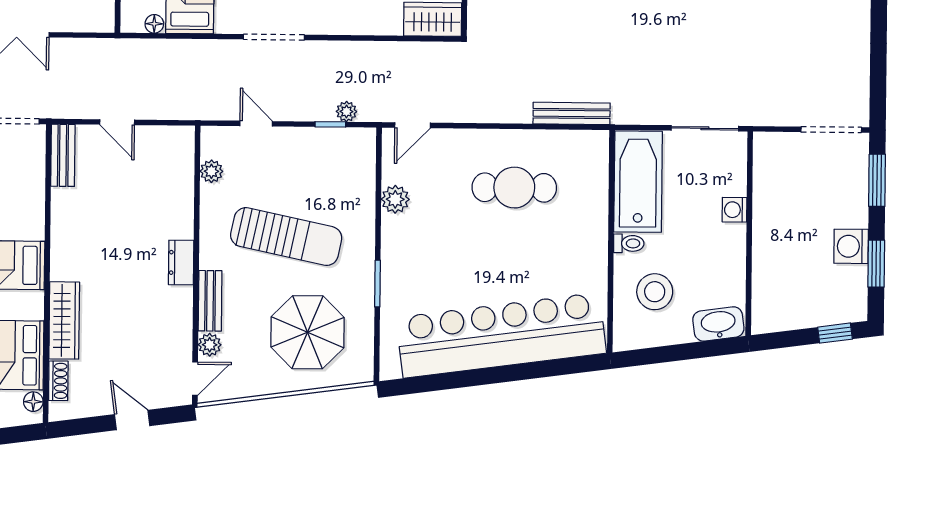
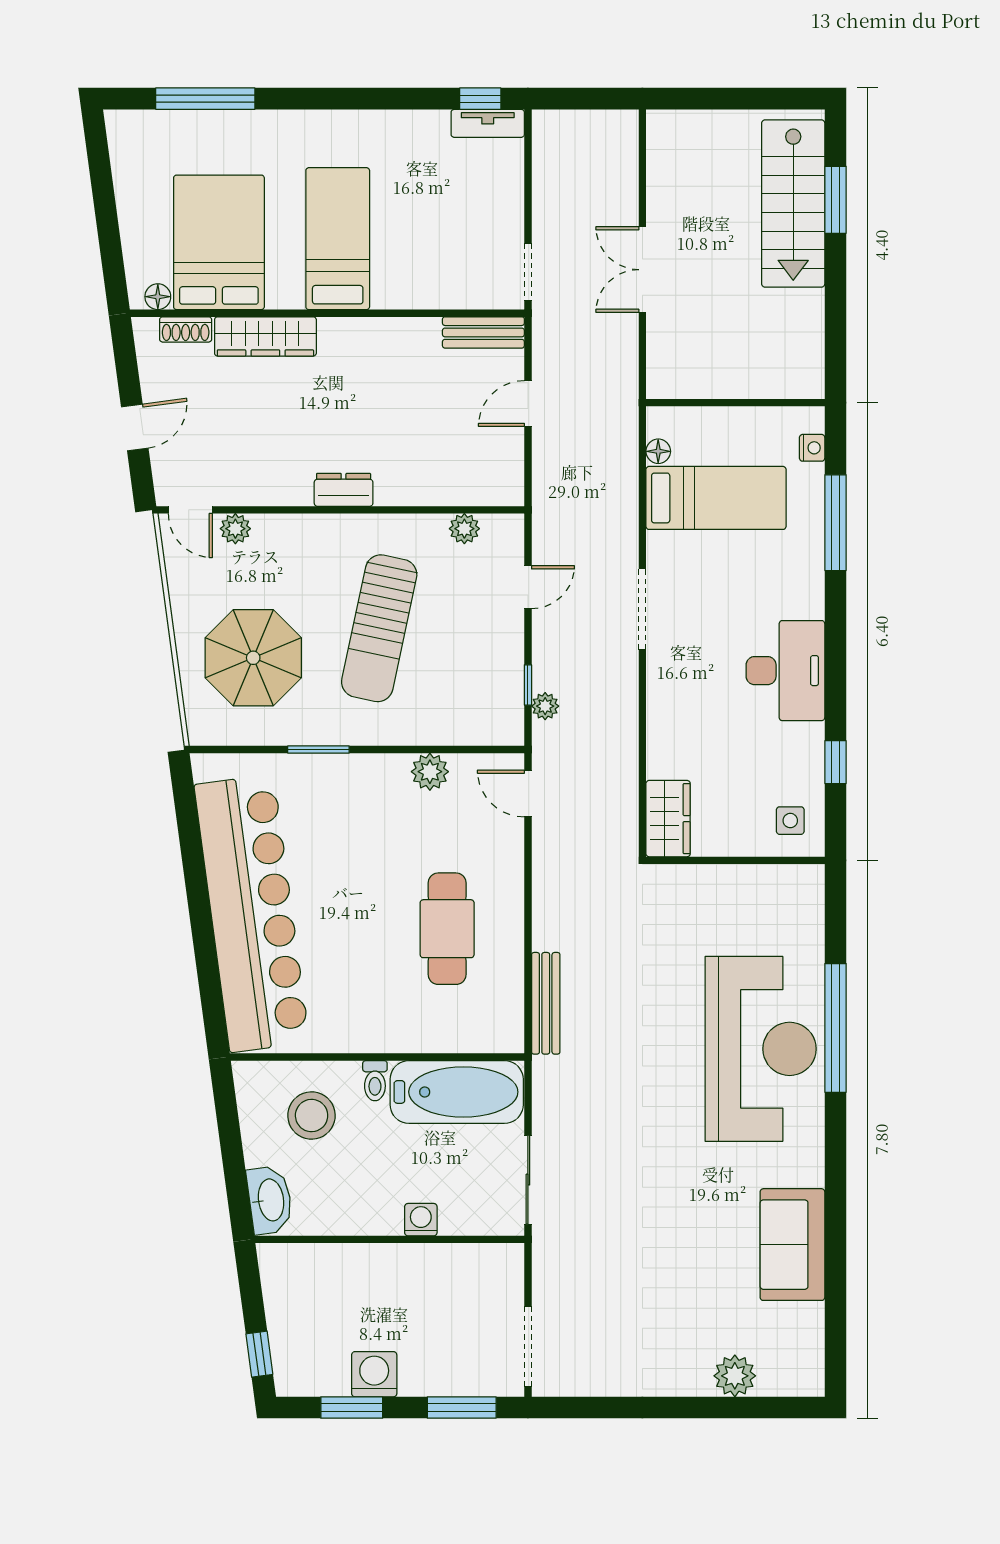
bench: (210, 301) -> (293, 529), removed

